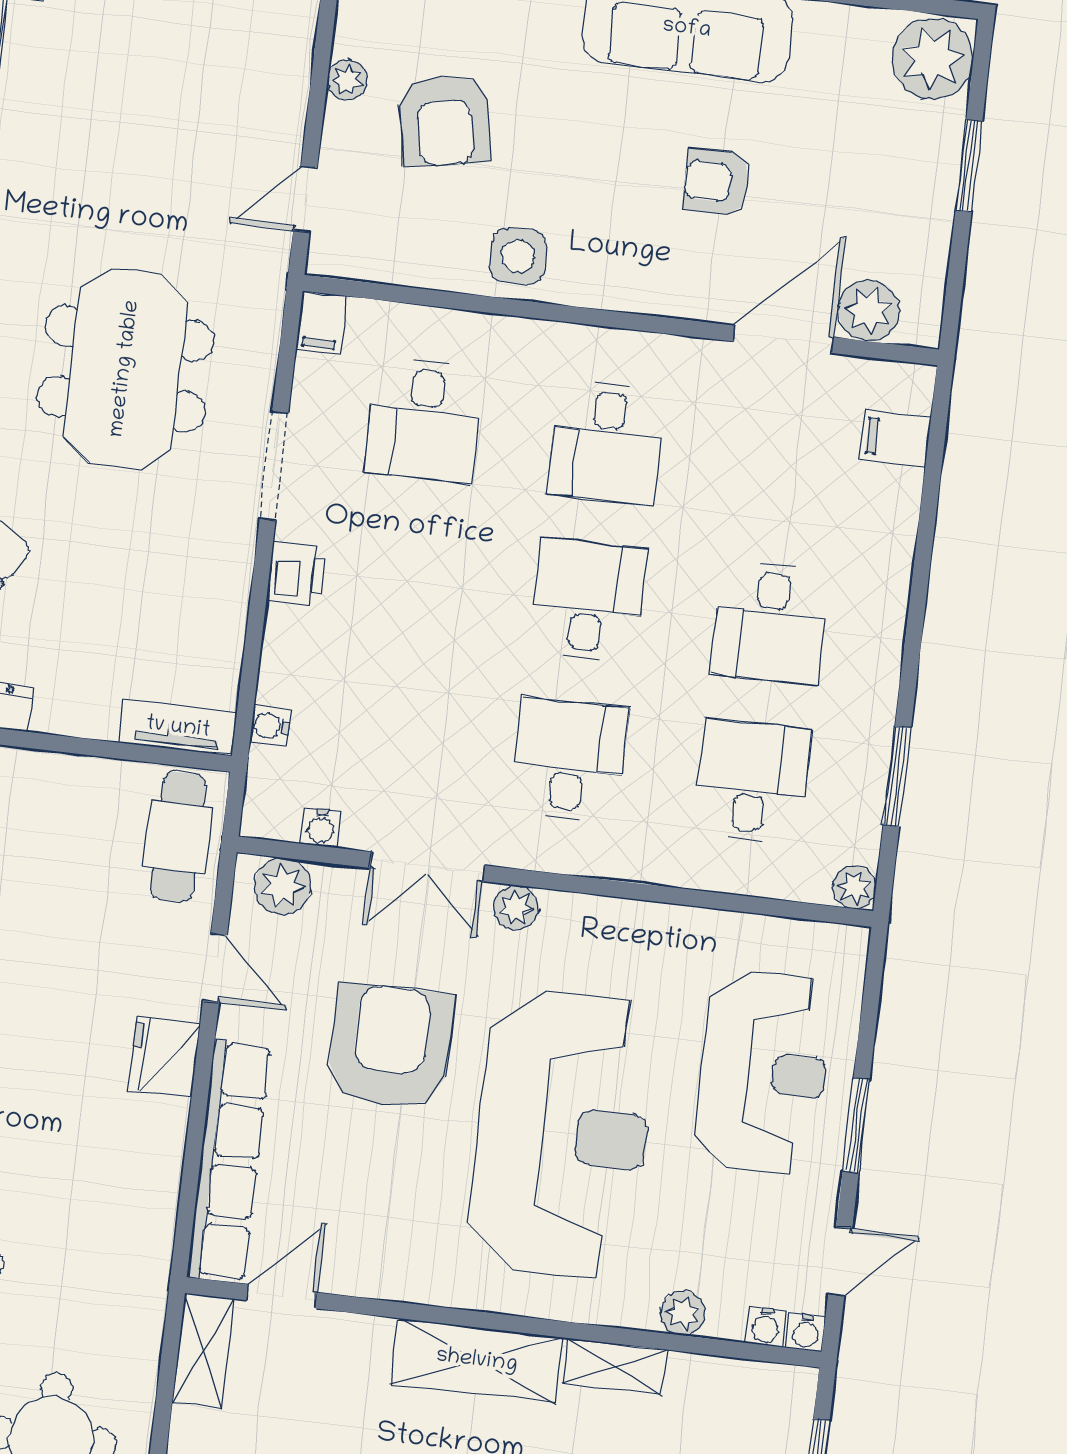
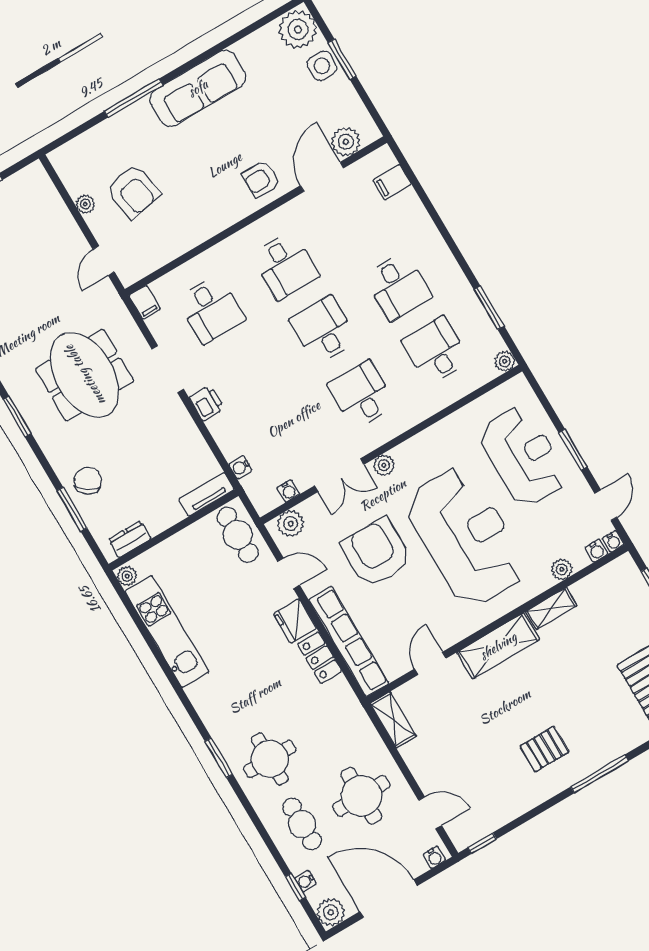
armchair: (716, 182) -> (261, 179), moved
side table: (518, 256) -> (322, 66), moved
locker: (159, 1150) -> (320, 658), added
door: (282, 1296) -> (430, 663), moved

